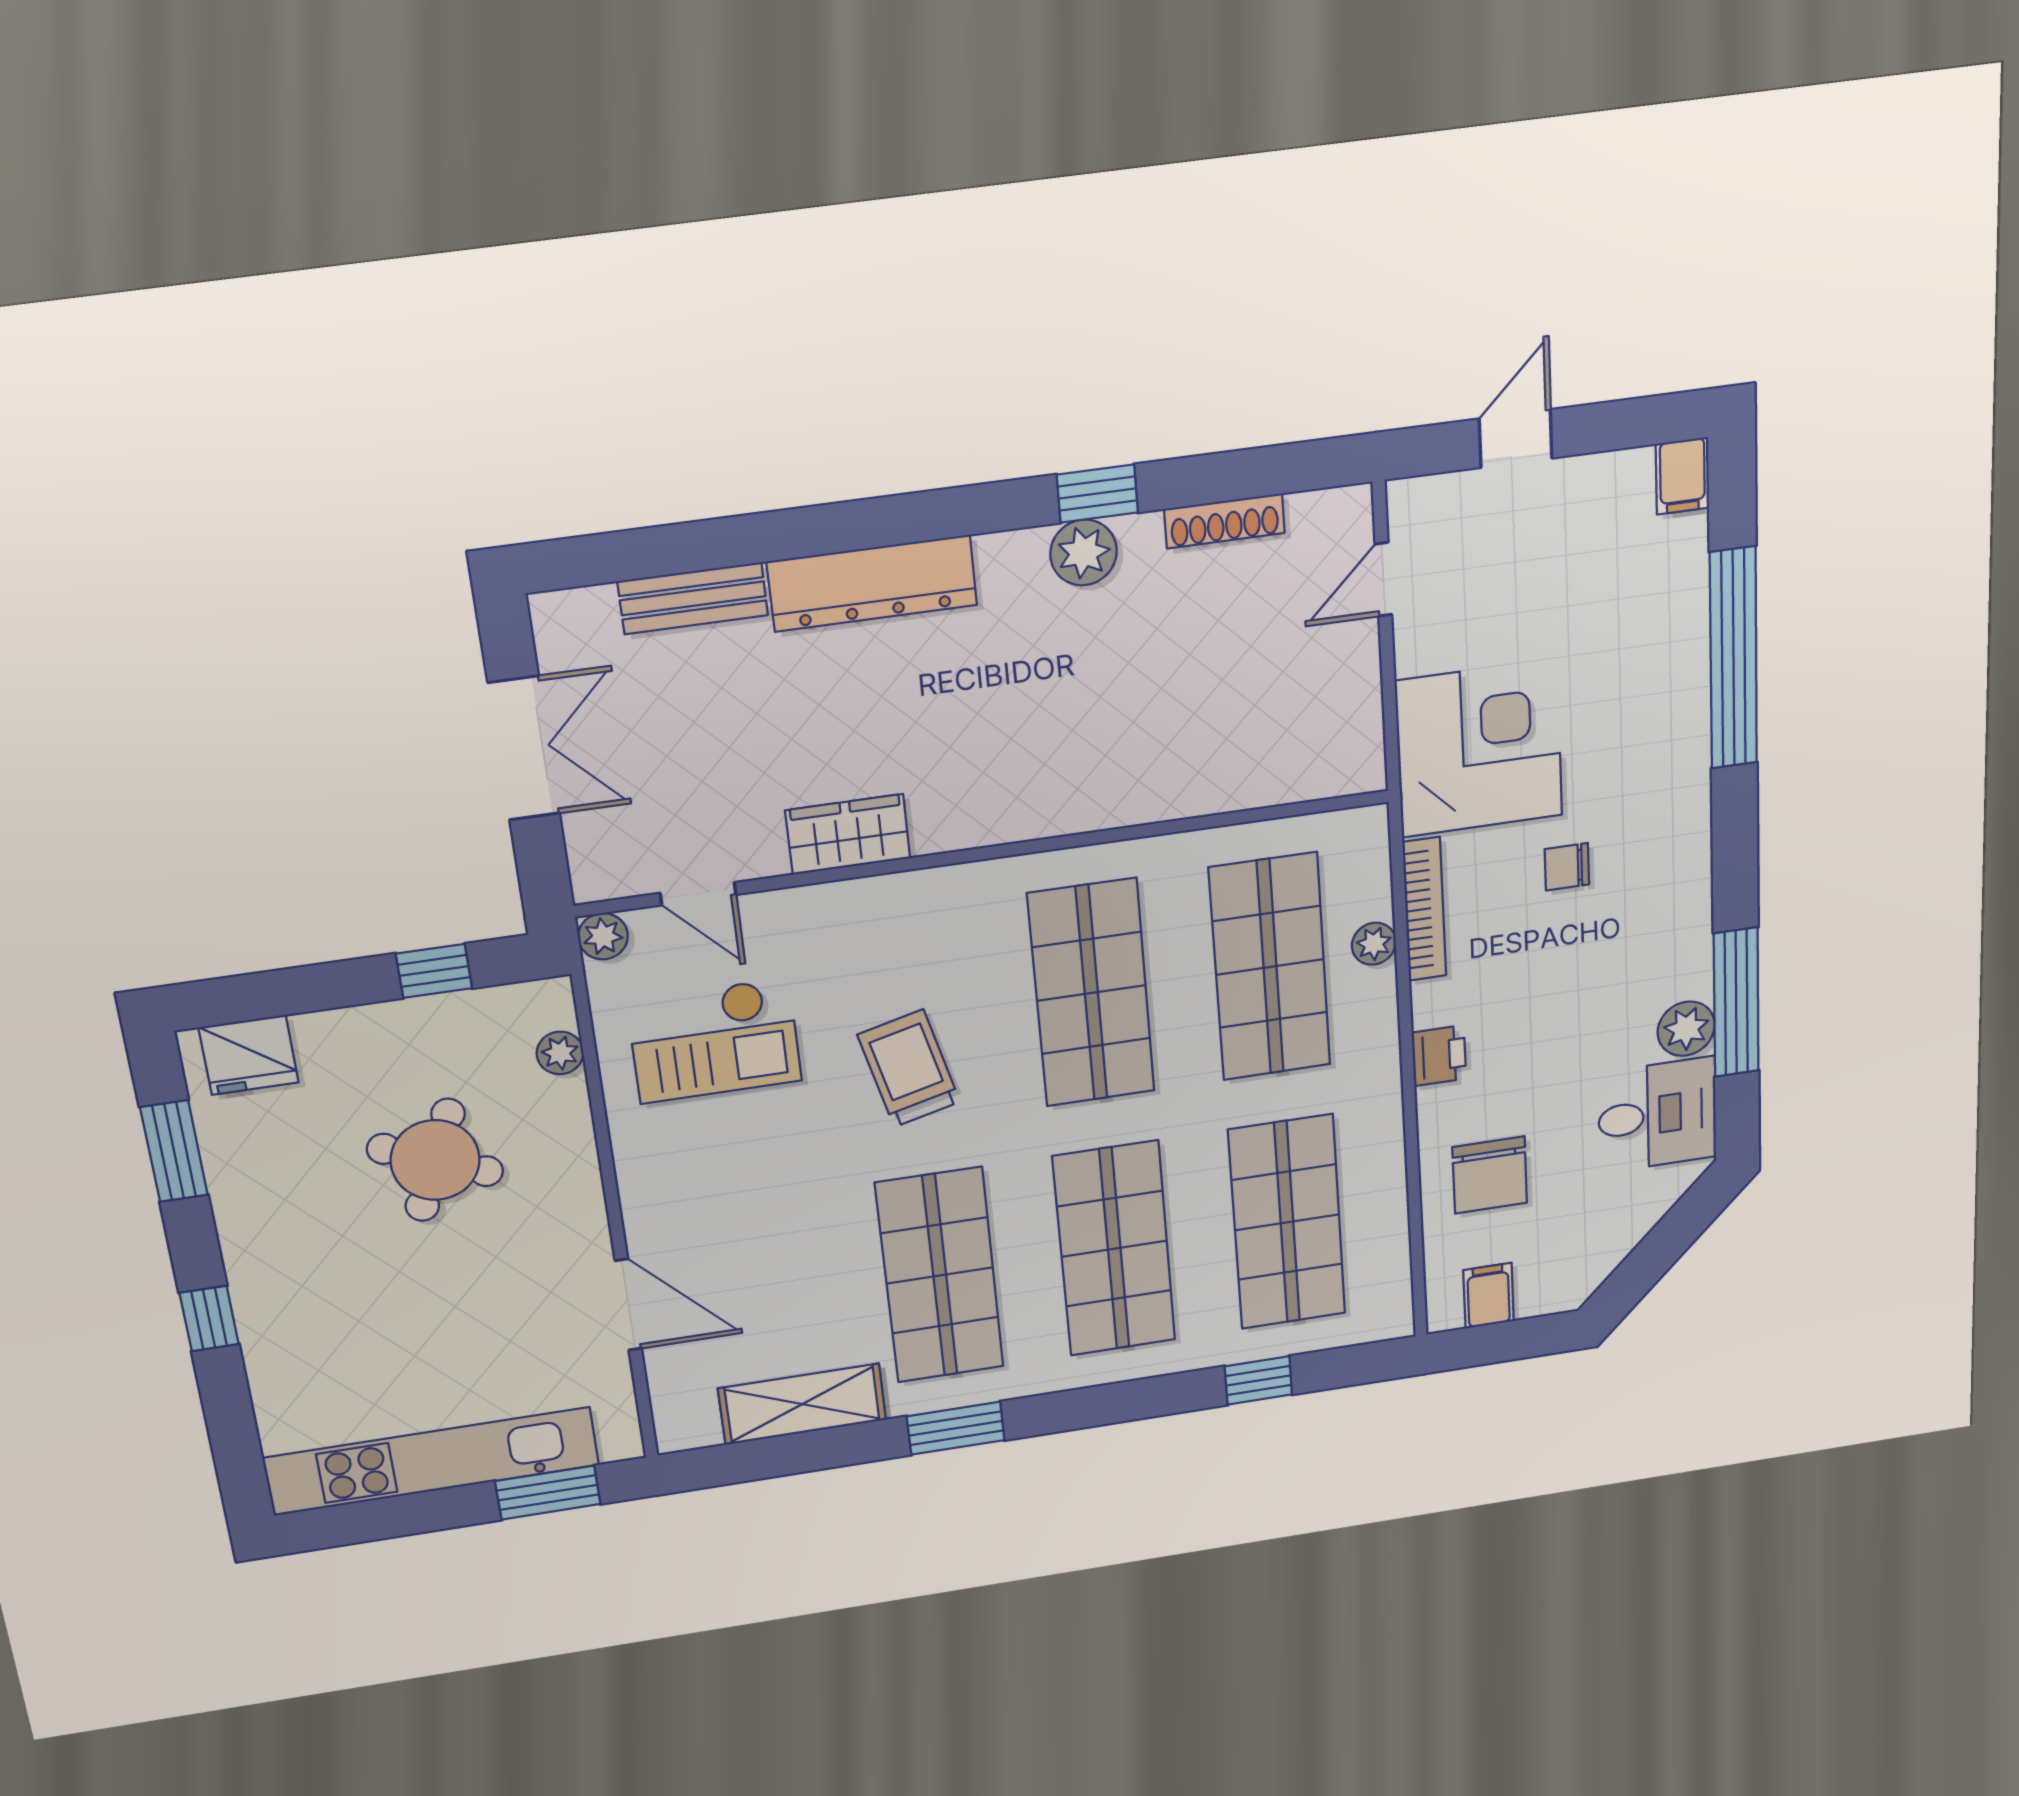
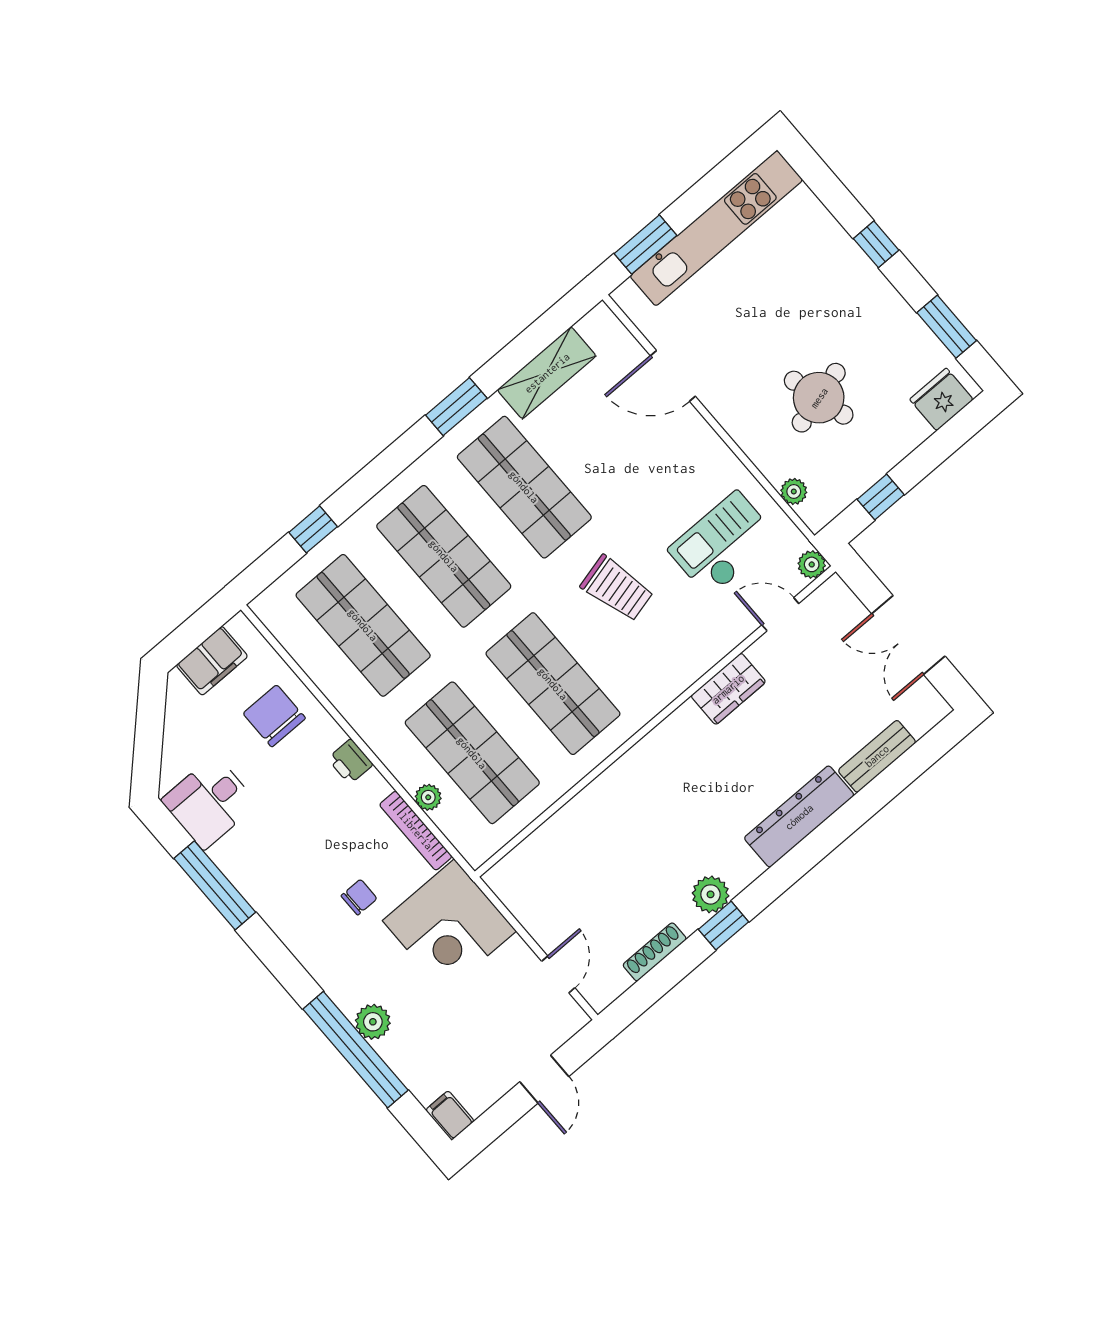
plant: (1686, 1029) -> (373, 1022), moved
round table: (435, 1160) -> (819, 398), turned -38
filing cabinet: (1489, 1296) -> (212, 661), width x2.00

